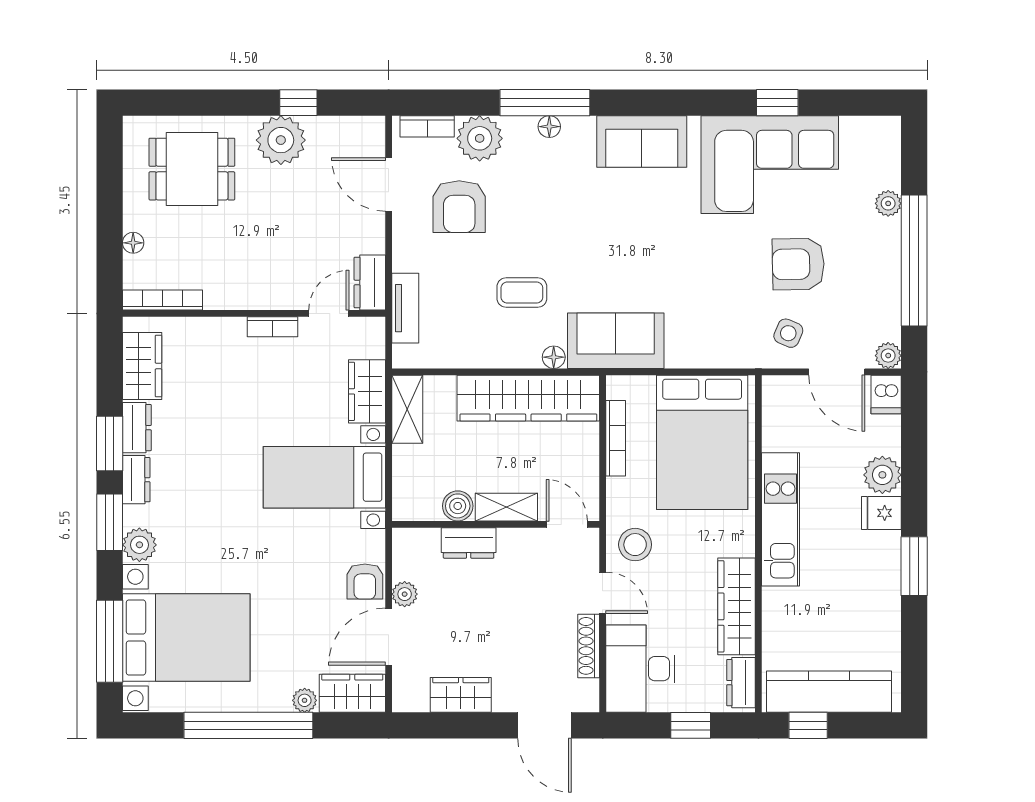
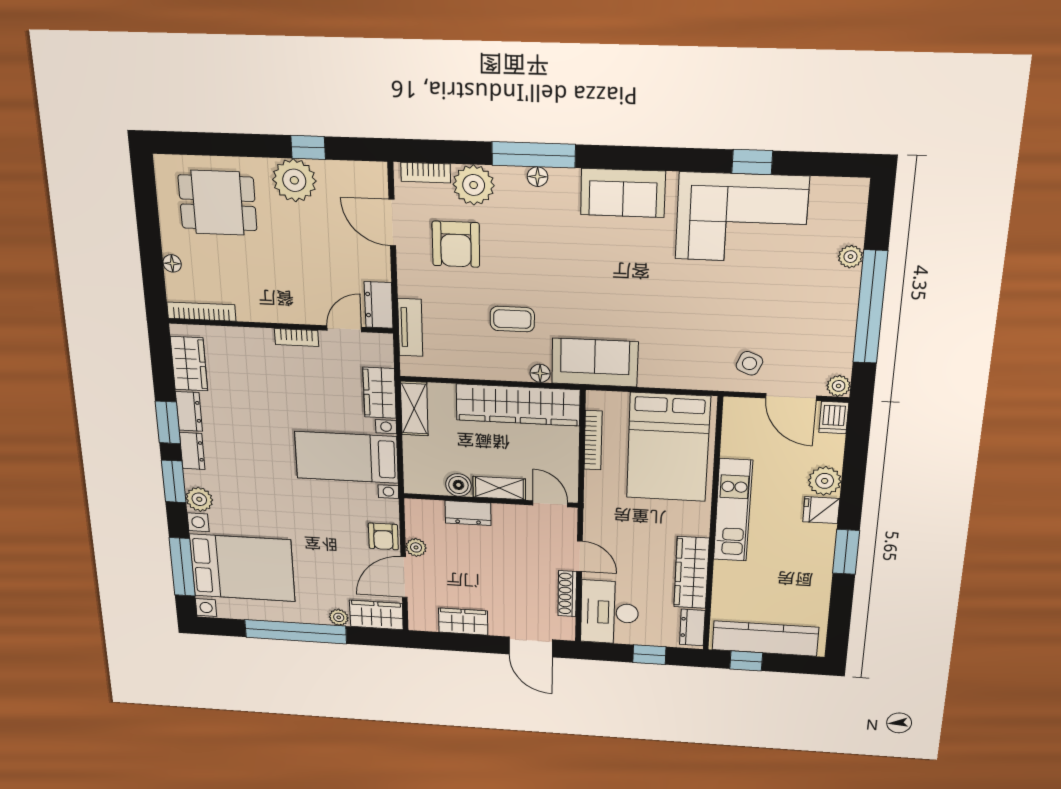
armchair: (798, 264) -> (762, 306), removed
stool: (635, 545) -> (608, 522), removed

